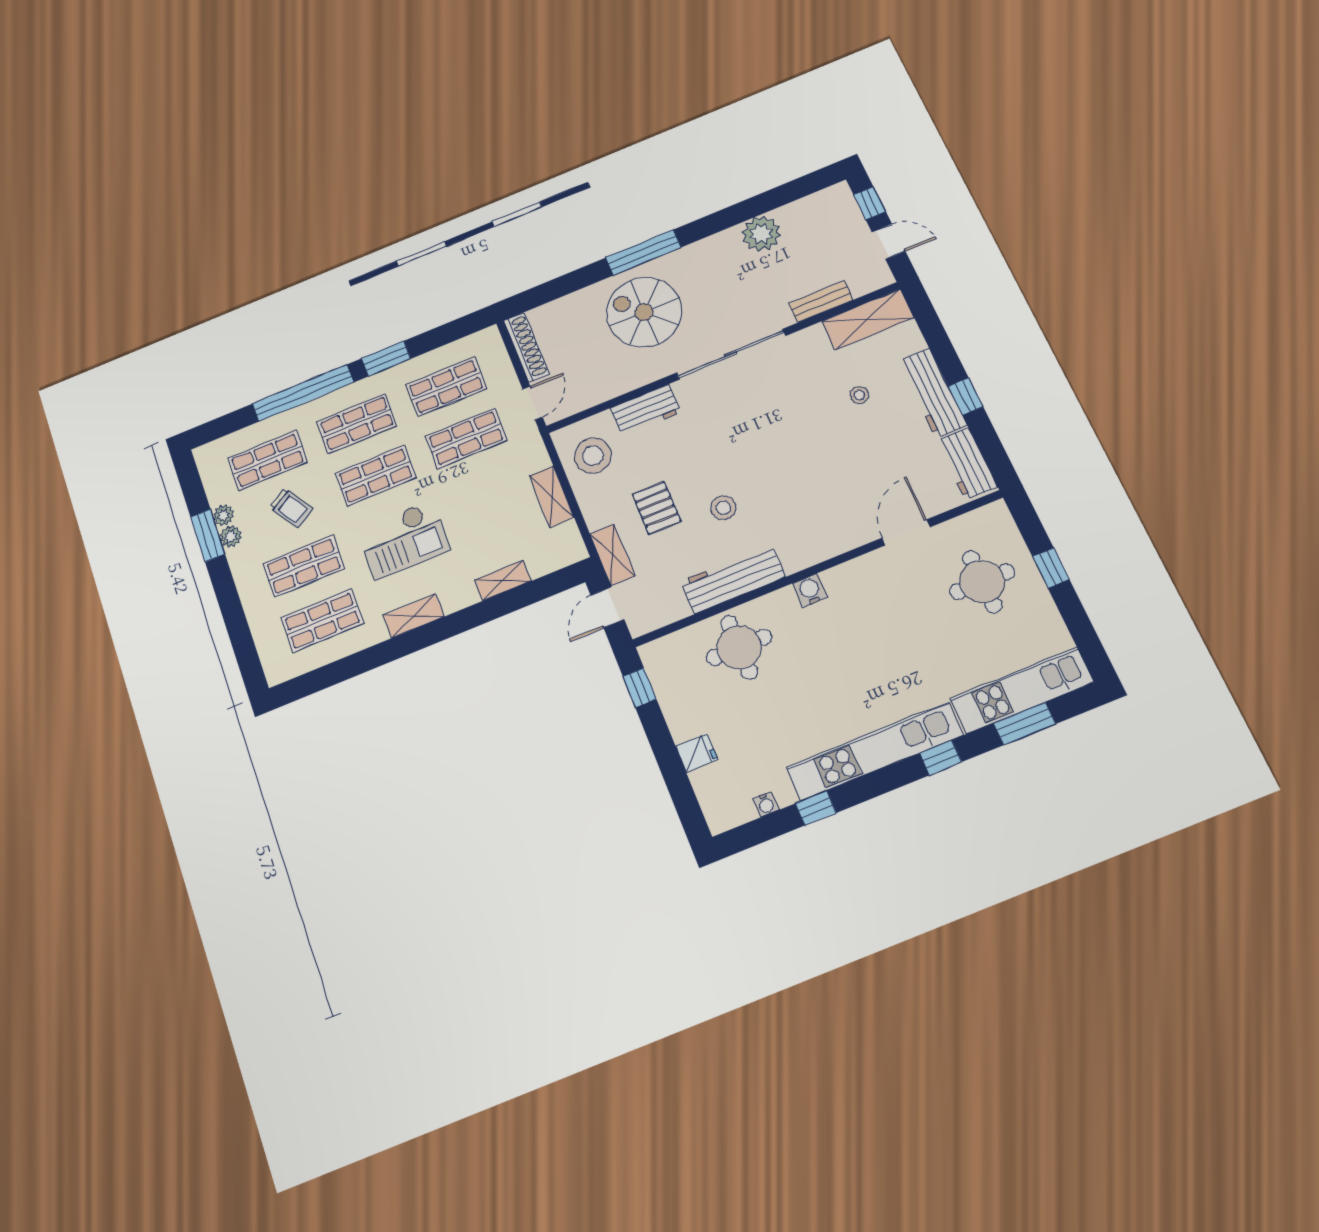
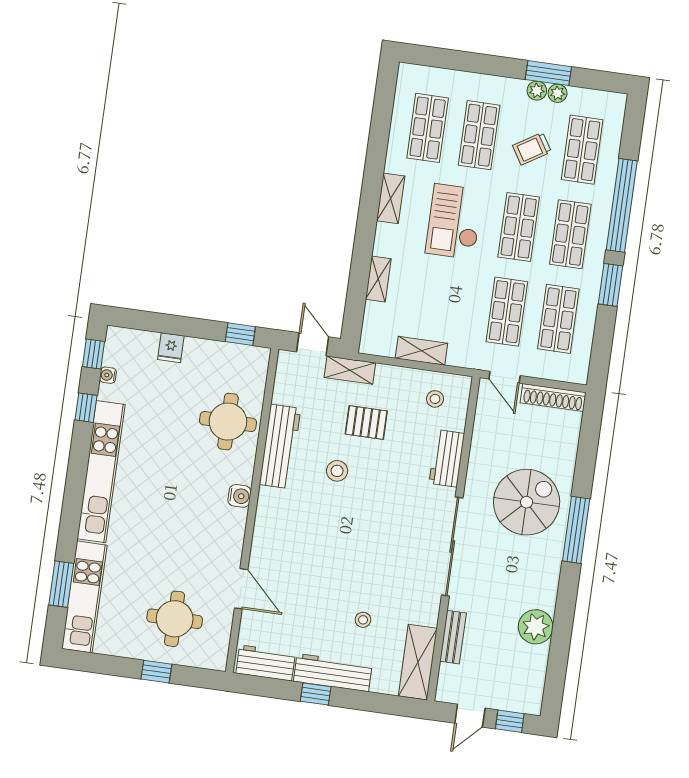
stool: (593, 456) -> (435, 399), width x0.53, depth x0.53
window: (941, 757) -> (94, 354), moved

